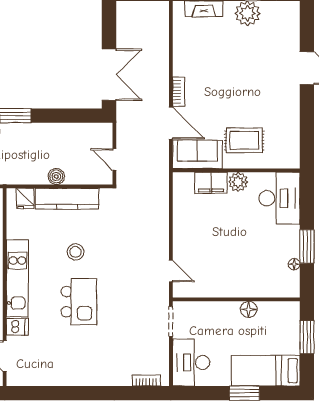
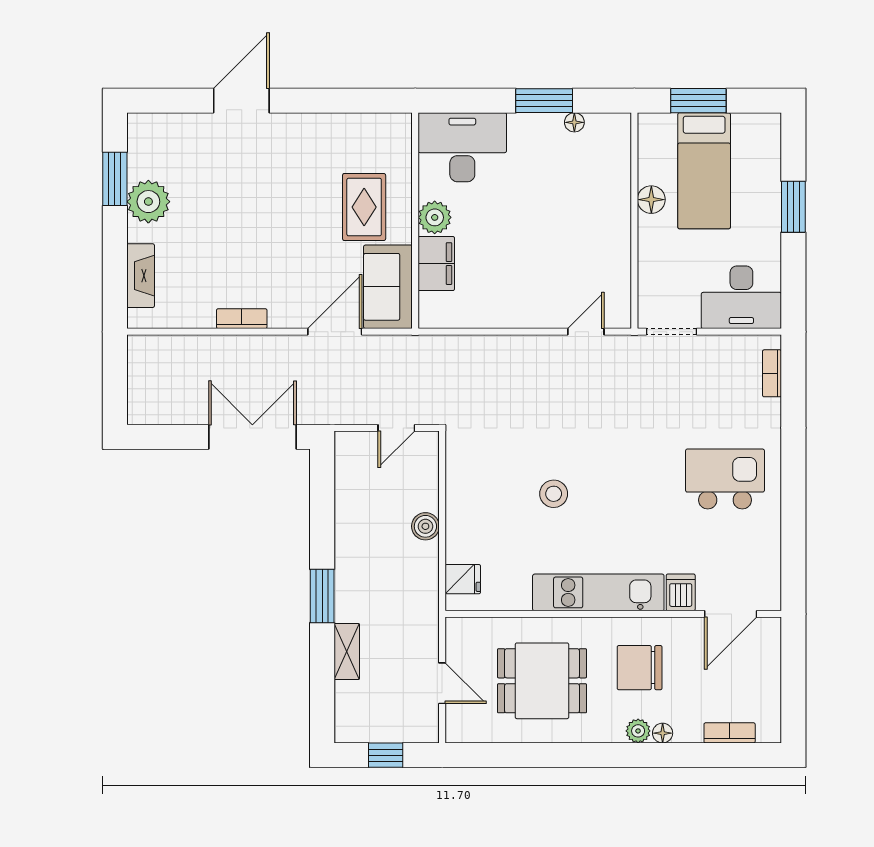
bookcase: (179, 92) -> (242, 319), moved
kitchen counter: (67, 199) -> (463, 508), removed
kitchen island: (79, 302) -> (725, 479), moved
bed: (266, 371) -> (704, 171), moved

